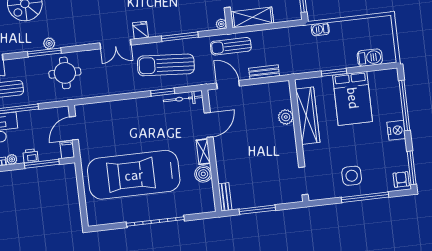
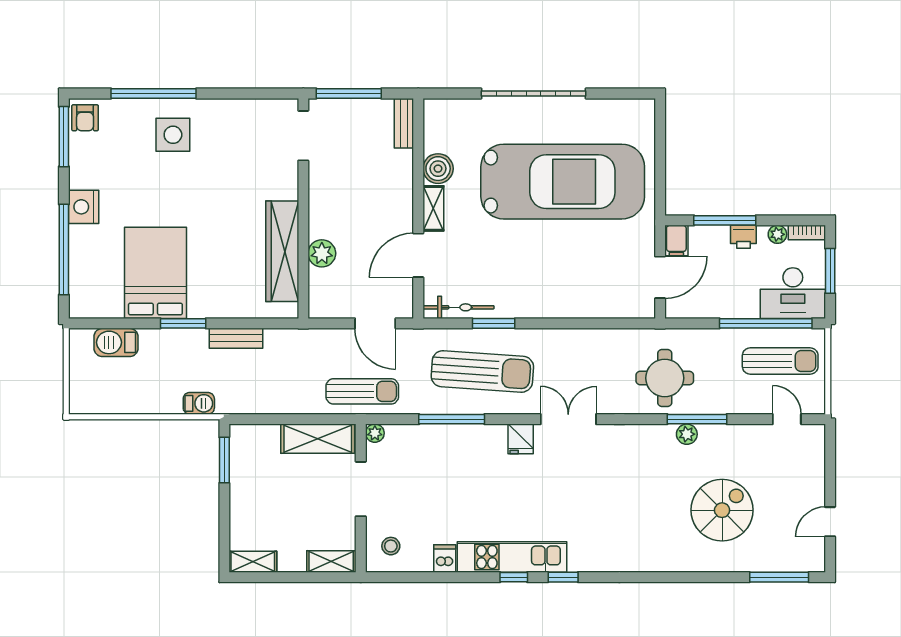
bench: (264, 72) -> (236, 338), moved
wardrobe: (308, 116) -> (282, 251), moved
plant: (286, 117) -> (322, 253), moved
wall: (299, 141) -> (303, 208), moved
doorway: (303, 181) -> (303, 136), moved

